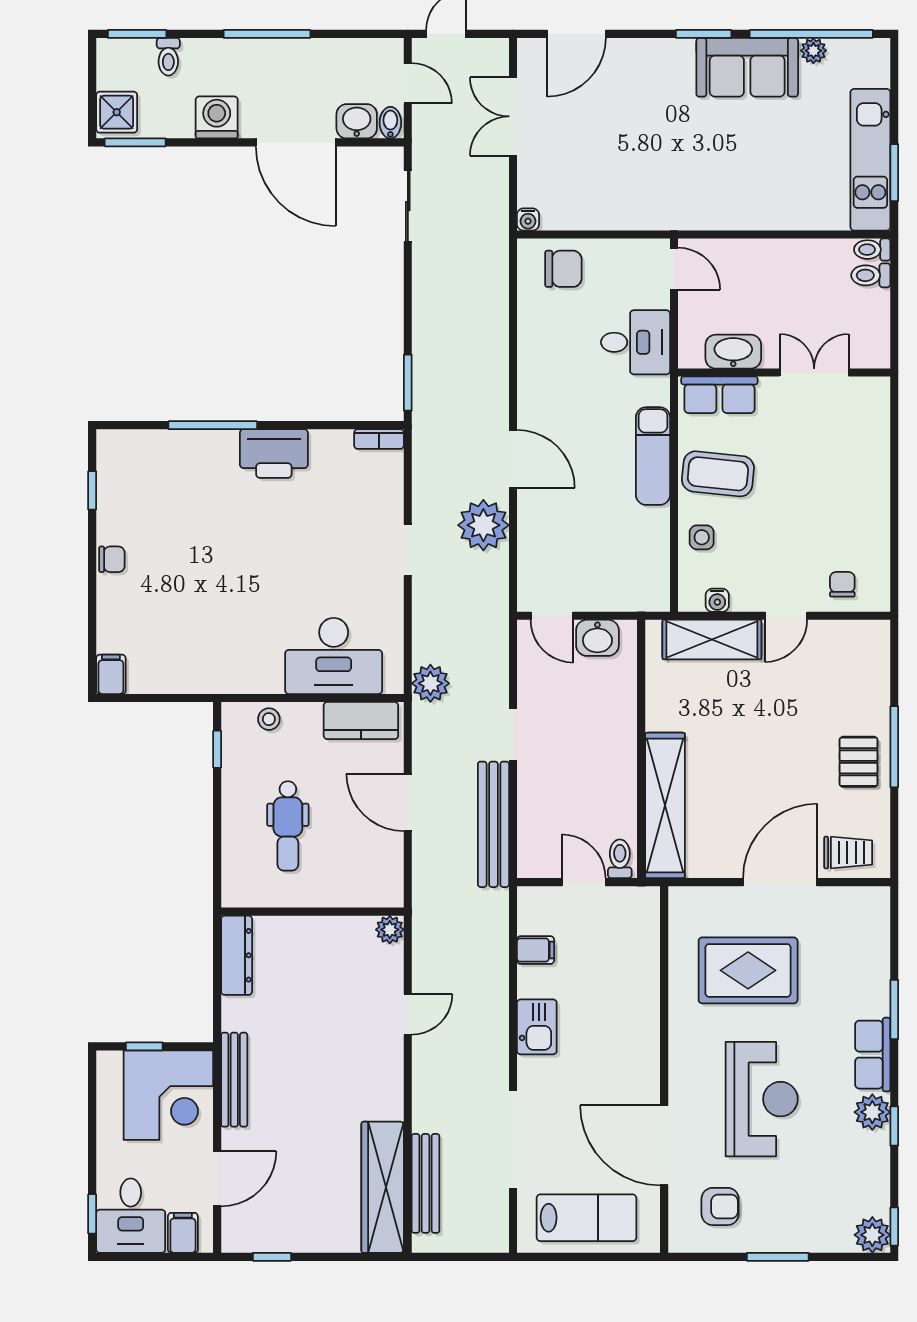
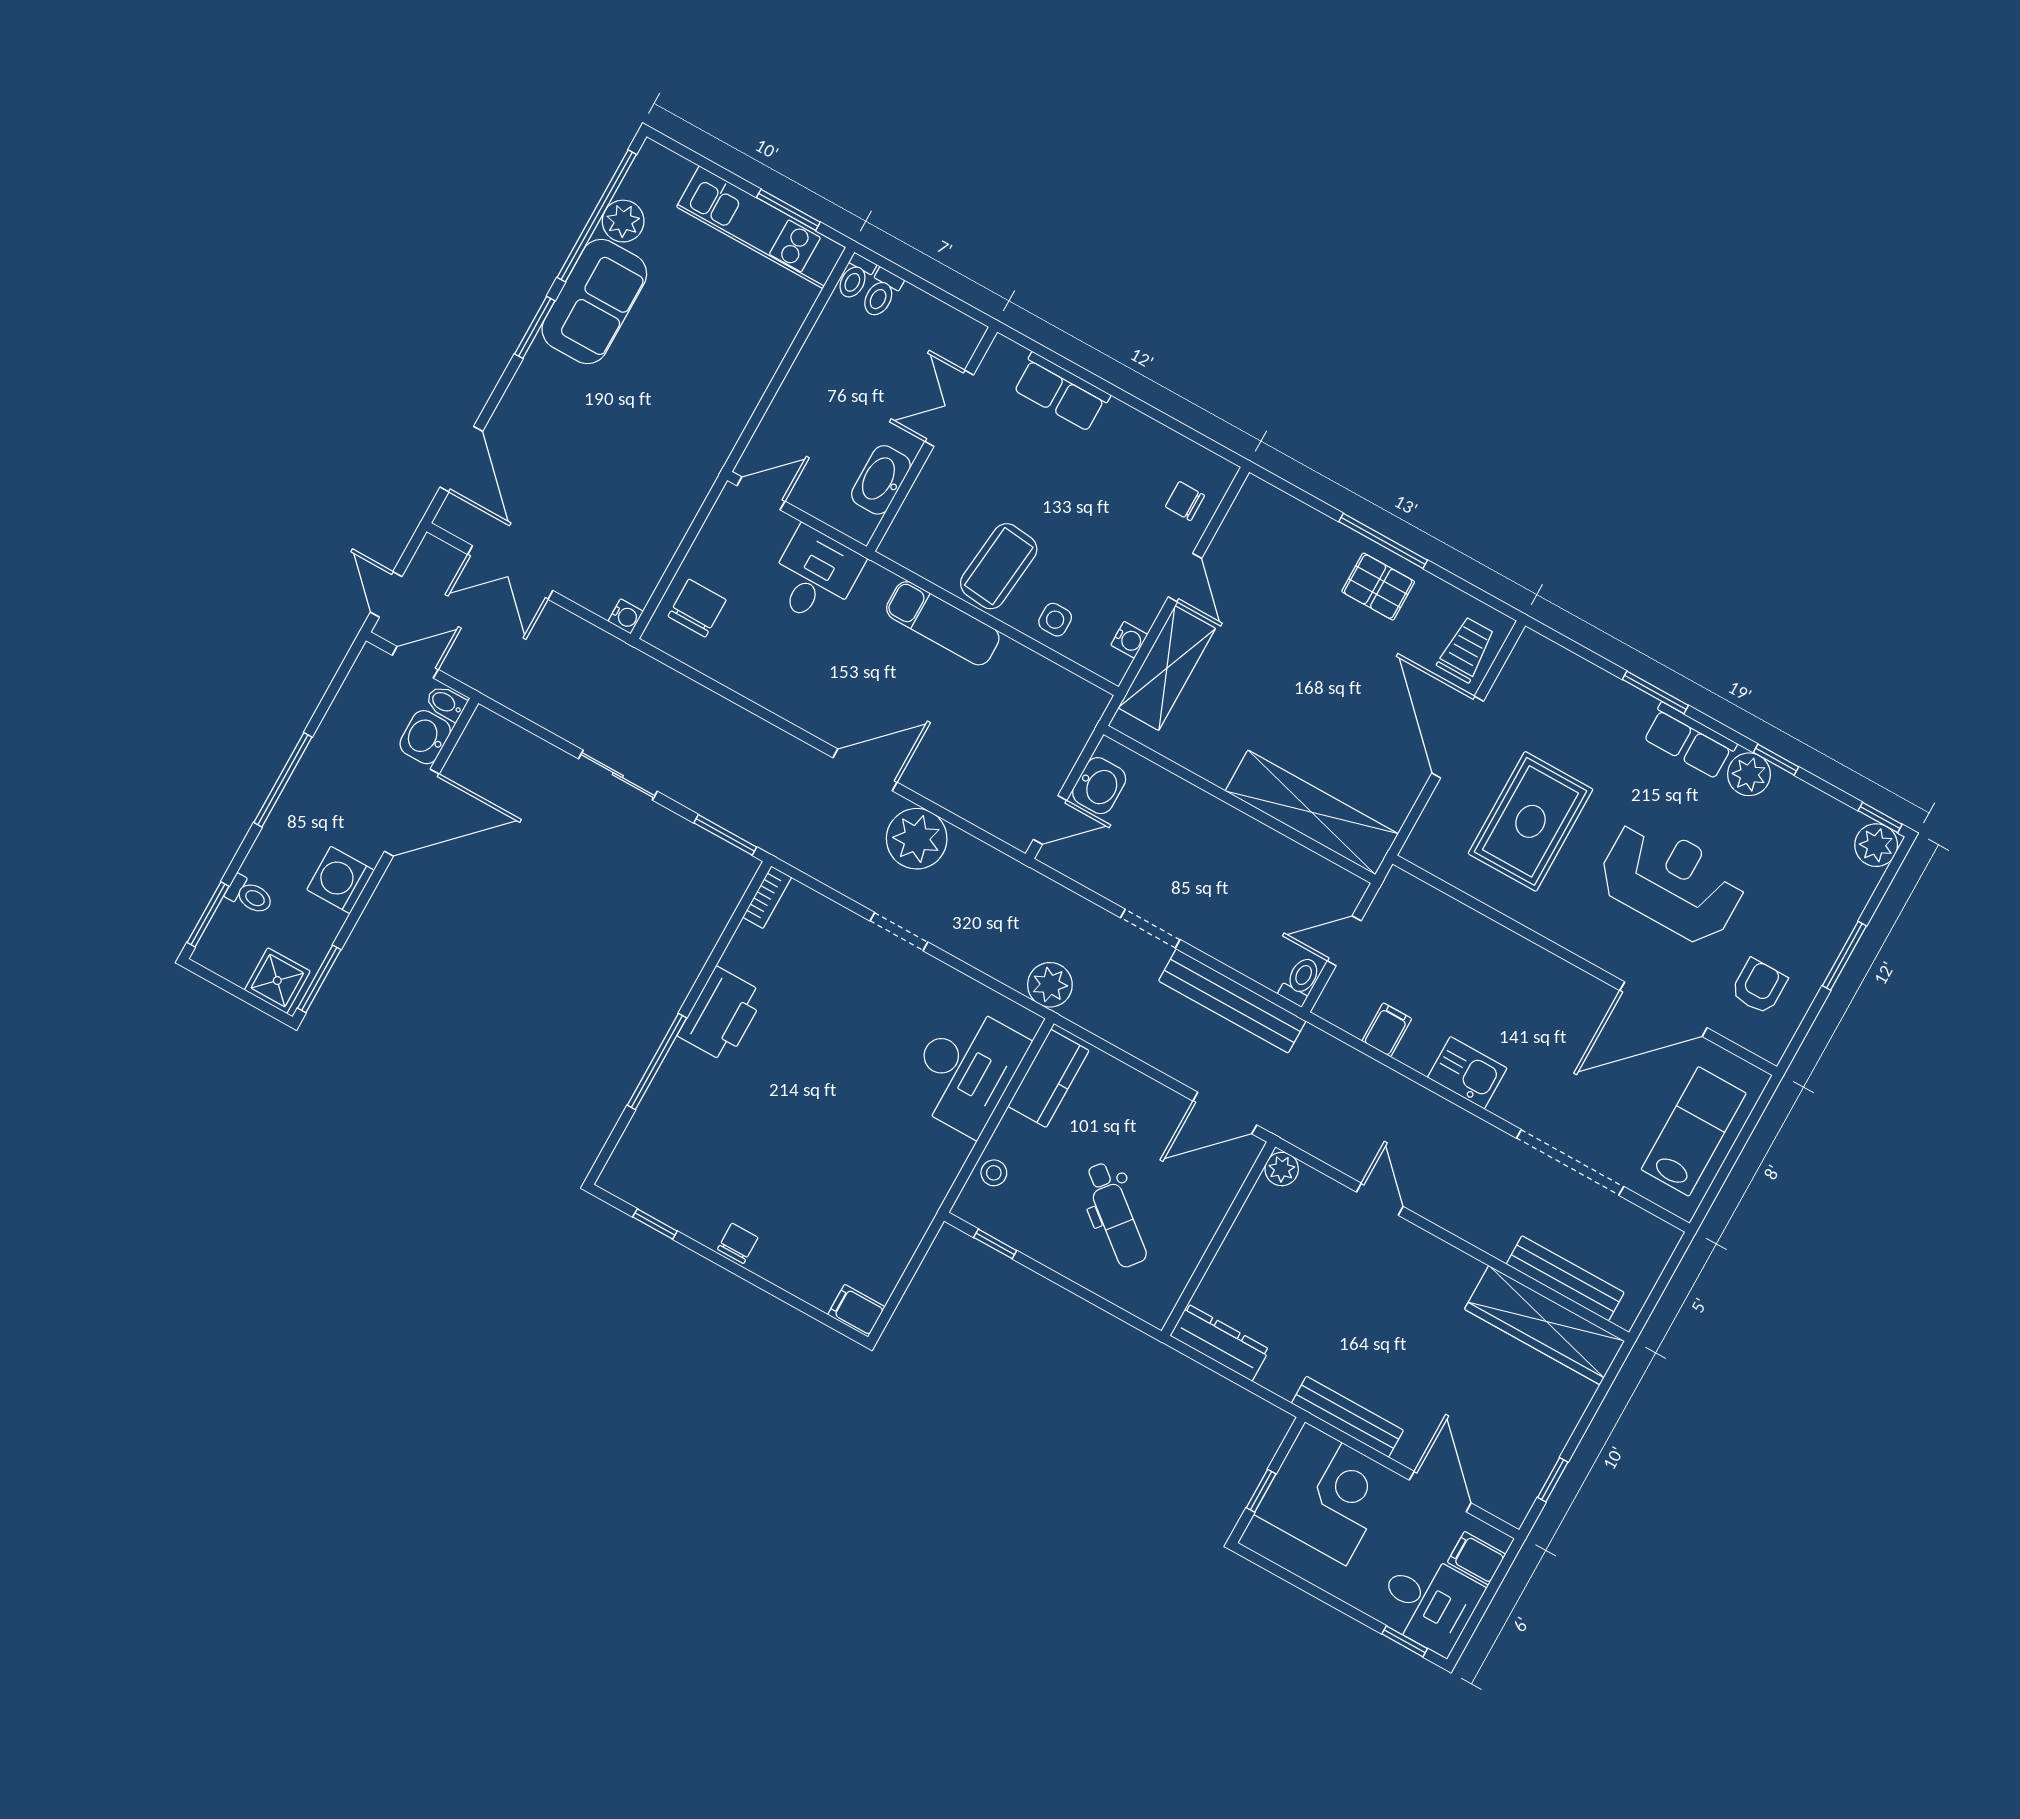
plant: (813, 51) -> (623, 221), width x1.38, depth x1.38
sliding door: (408, 206) -> (618, 775), moved
row of seats: (719, 395) -> (1061, 392), moved, turned 90
door: (408, 802) -> (1225, 1113), moved
dental chair: (288, 826) -> (1115, 1215), turned 39
toilet: (620, 859) -> (1300, 981), moved, turned 90

